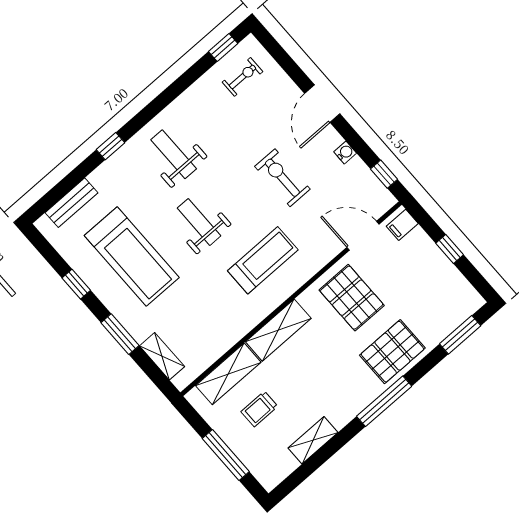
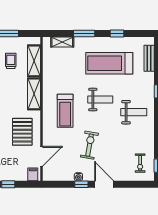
window: (384, 174) -> (81, 184), moved
exercise bike: (282, 178) -> (89, 145), turned -80
pallet: (352, 298) -> (22, 132), turned 90

